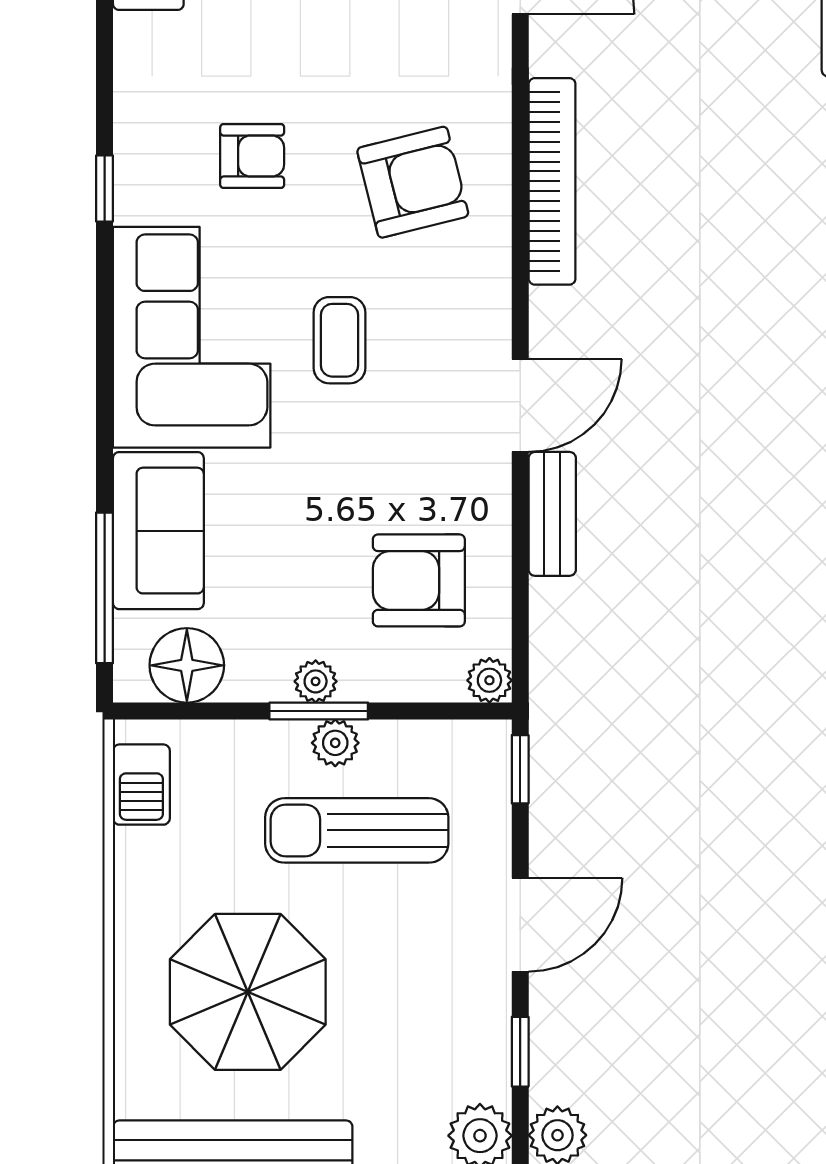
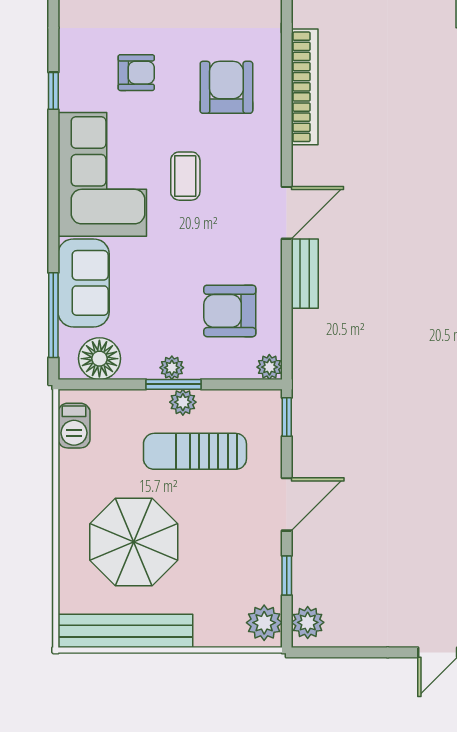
armchair: (413, 182) -> (226, 87), turned -76

